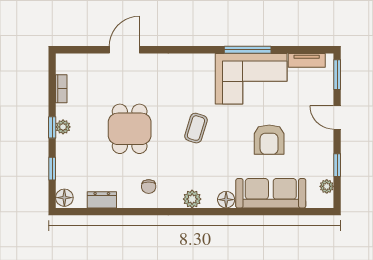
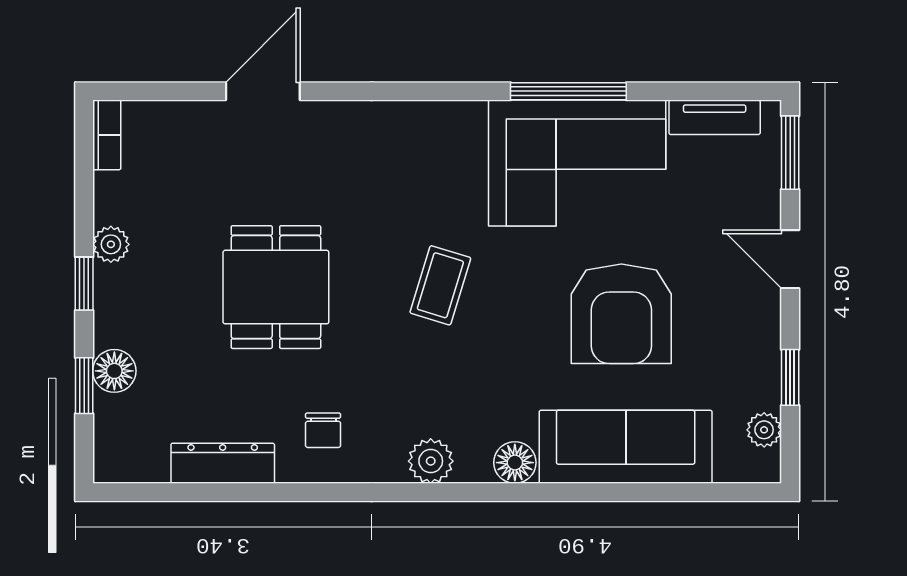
bookcase: (61, 89) -> (107, 135), moved
plant: (63, 127) -> (111, 244), moved
armchair: (269, 140) -> (621, 314), width x1.36, depth x1.36
floor lamp: (64, 198) -> (114, 371), moved
dresser: (102, 200) -> (223, 463), width x1.44

